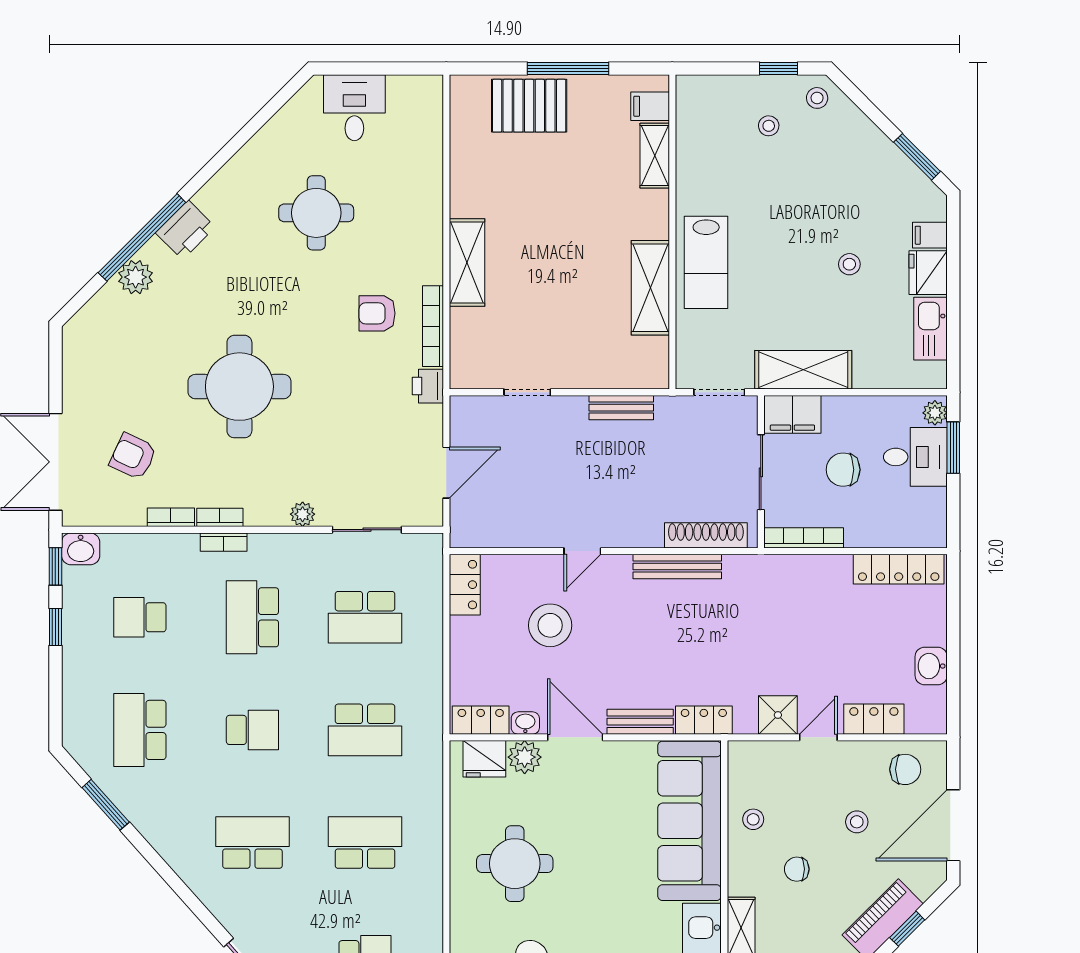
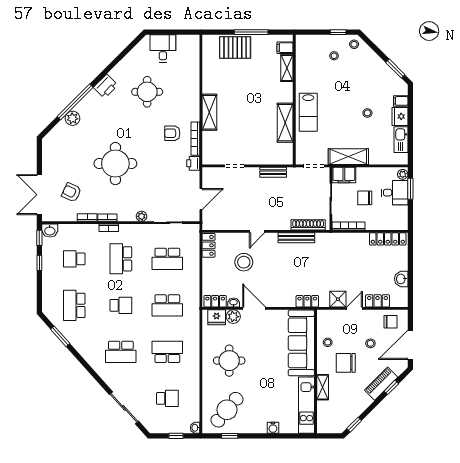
printer: (185, 230) -> (106, 86), moved
bench: (640, 722) -> (281, 302), removed
school desk: (252, 843) -> (121, 352), turned 180
chair: (797, 869) -> (346, 363), width x1.87, depth x1.87

